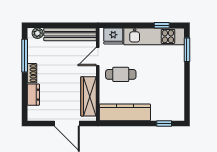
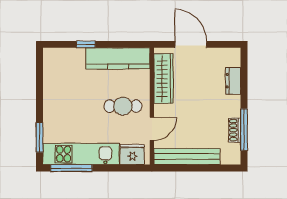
window: (162, 25) -> (71, 168), width x2.17
plant: (38, 33) -> (228, 158), removed
shoe rack: (32, 73) -> (235, 130), moved
window: (164, 123) -> (86, 44), moved

